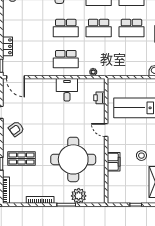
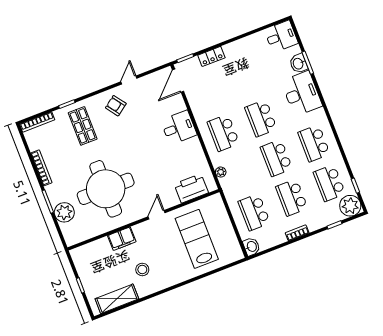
school desk: (131, 59) -> (254, 212), added
desk: (67, 90) -> (179, 128), moved
printer: (99, 98) -> (191, 188), width x1.87, depth x1.48

